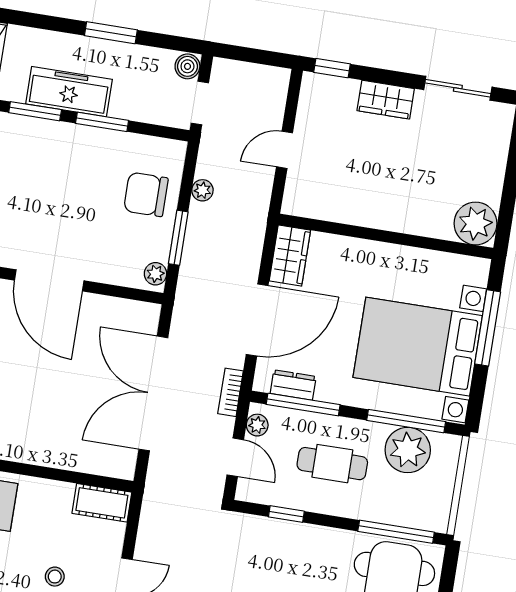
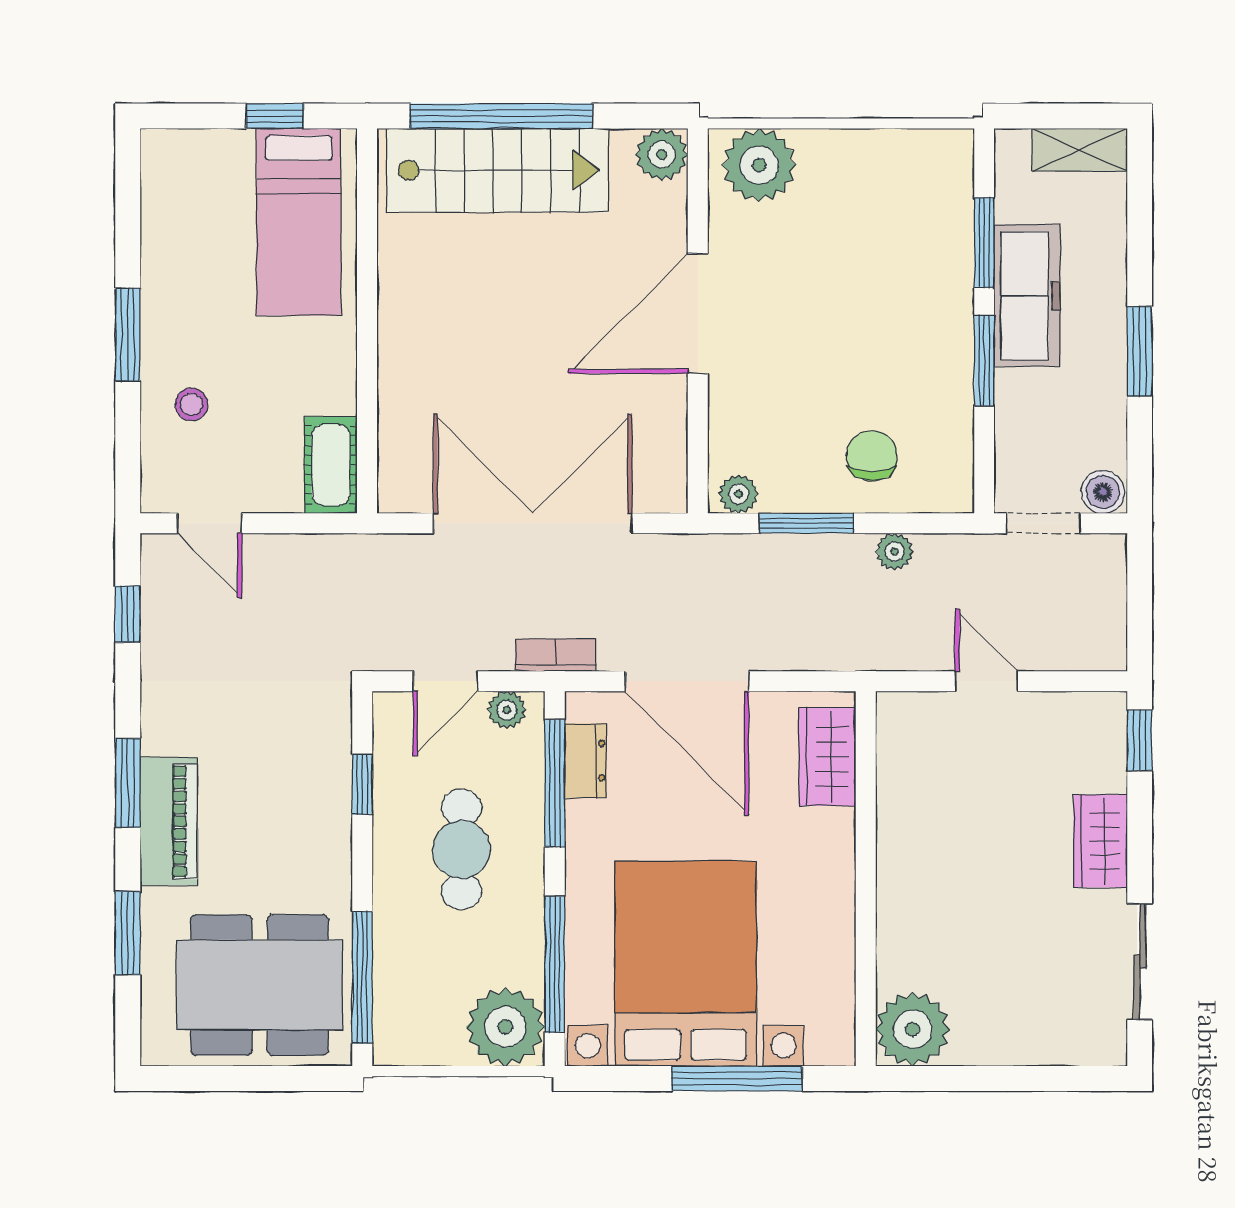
chair: (146, 194) -> (872, 456), width x0.73, depth x0.73
wardrobe: (290, 256) -> (827, 757), moved, turned 90
plant: (408, 450) -> (505, 1027), moved

